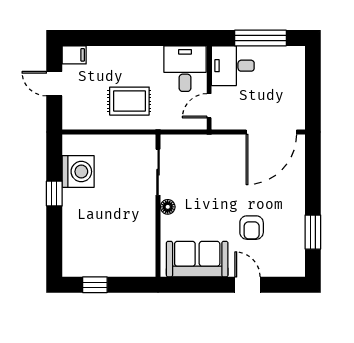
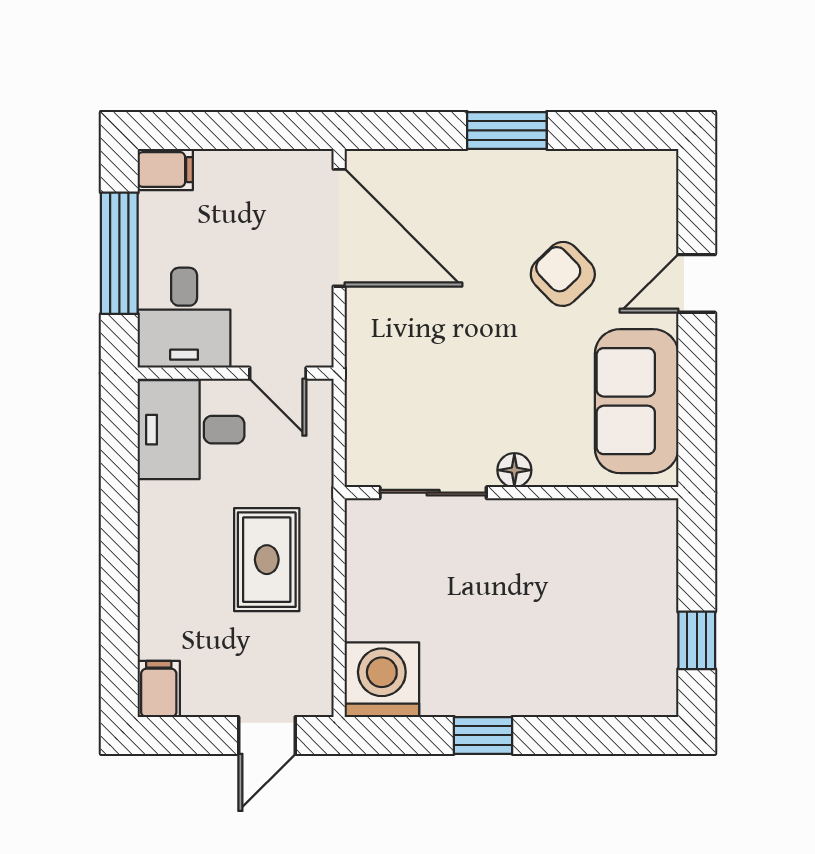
filing cabinet: (296, 58) -> (165, 170), added
door: (54, 84) -> (267, 735), moved
washing machine: (78, 172) -> (382, 680), moved
armchair: (252, 228) -> (563, 274), turned -134
window: (313, 232) -> (507, 130), moved

